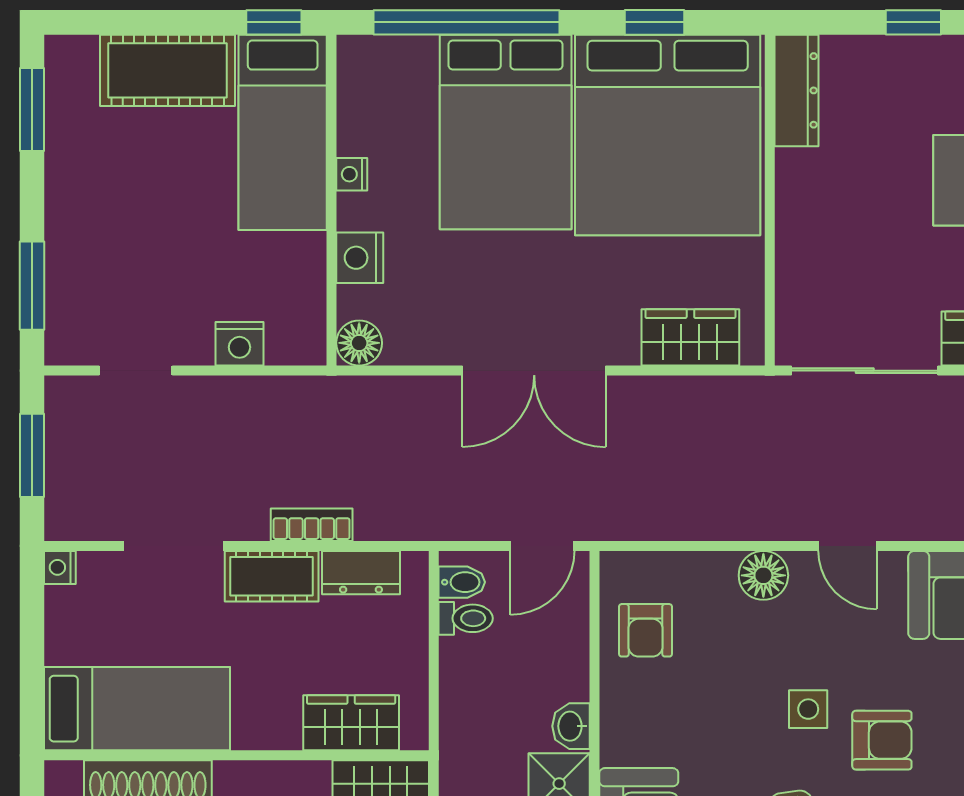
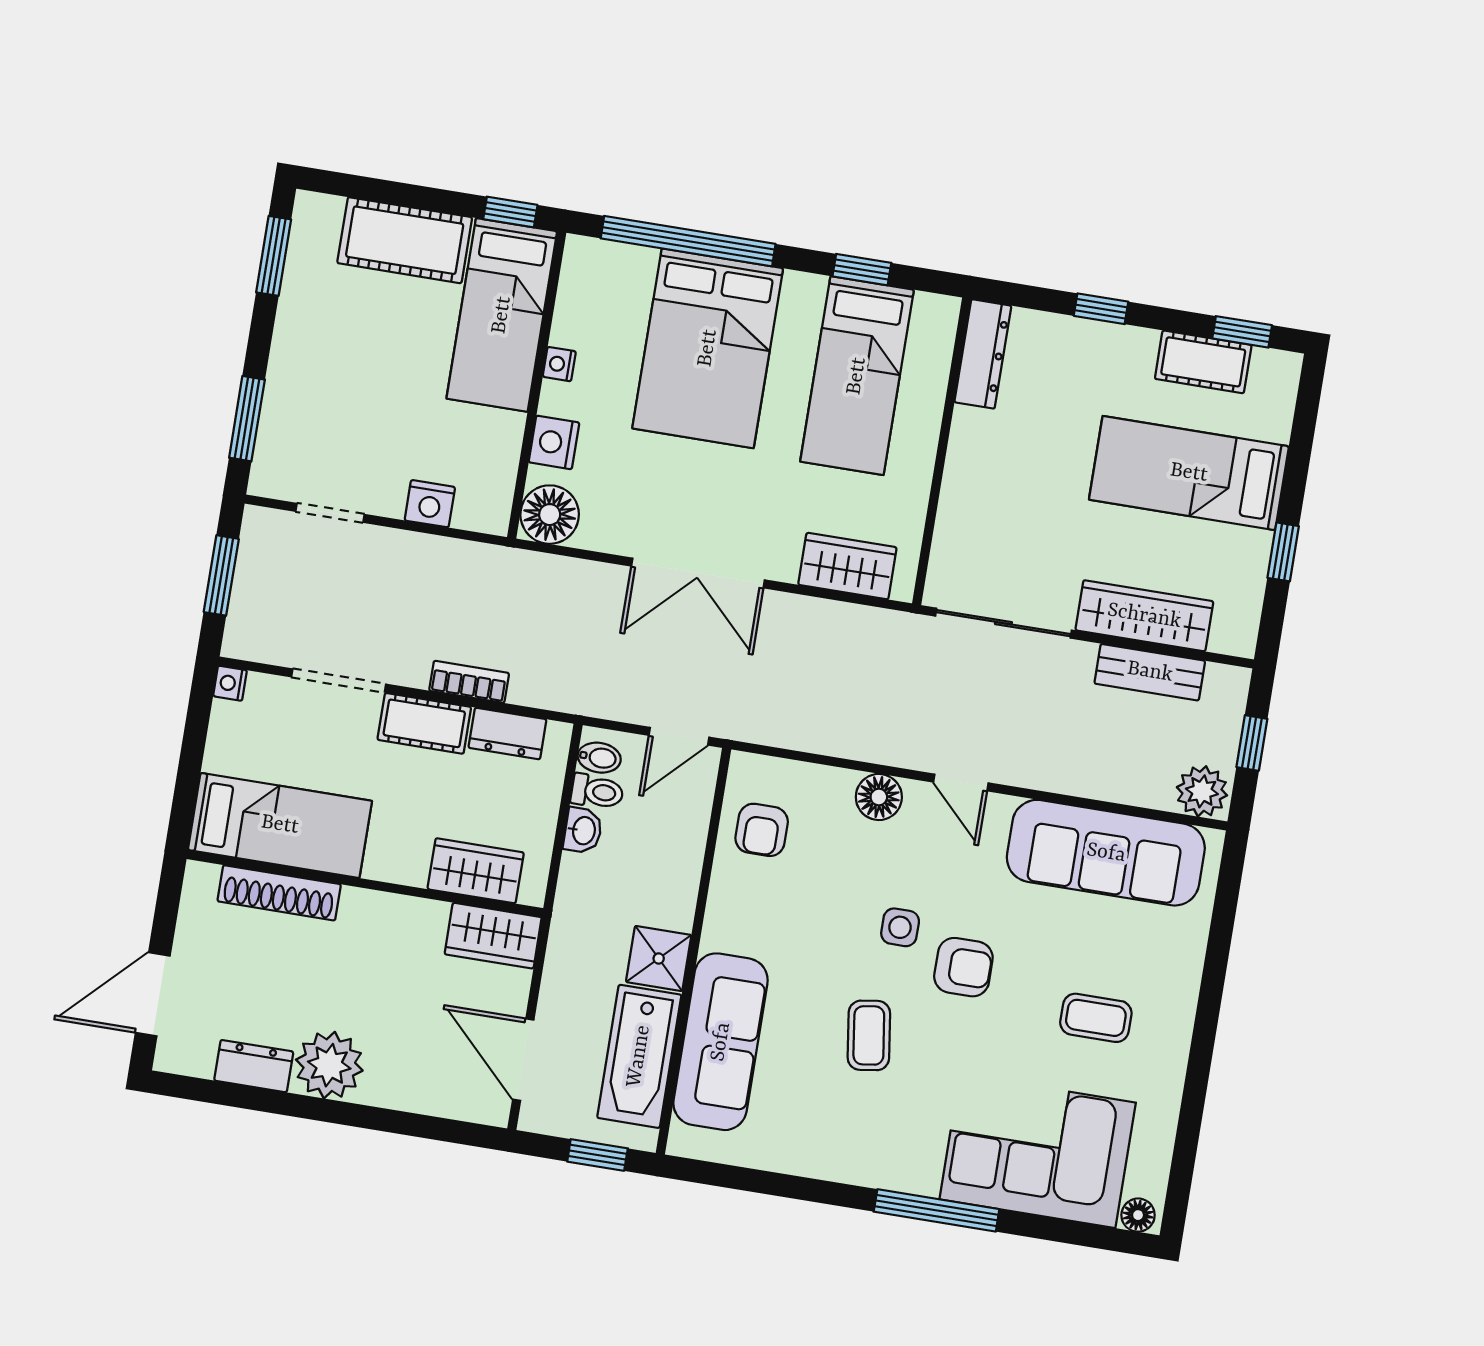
bed: (668, 135) -> (857, 376), width x0.49
floor lamp: (359, 343) -> (550, 515), width x1.38, depth x1.38
washbasin: (571, 726) -> (583, 830), moved, turned 180

